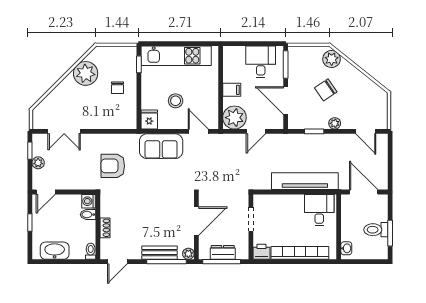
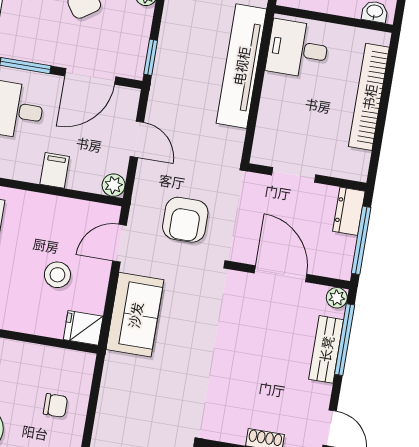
chair: (118, 88) -> (55, 405), moved
plant: (234, 118) -> (114, 185), width x0.53, depth x0.53
window: (314, 131) -> (151, 57), moved
armchair: (113, 166) -> (185, 220), moved
dresser: (223, 252) -> (349, 211), moved
printer: (261, 252) -> (355, 166), removed

